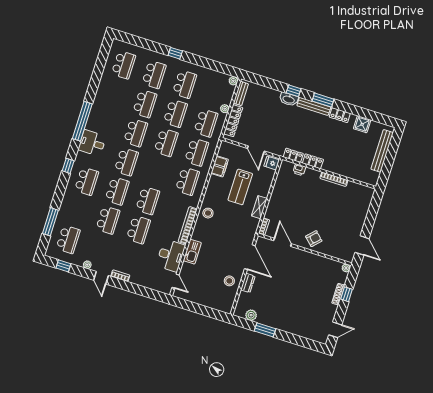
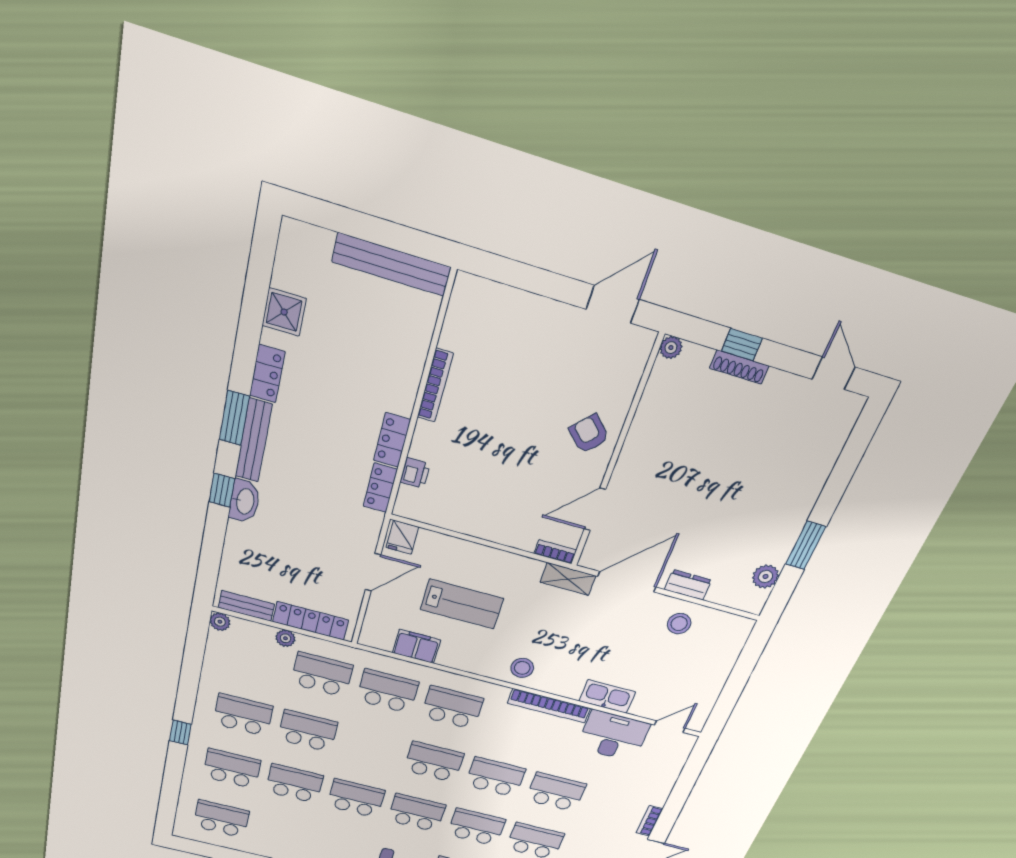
school desk: (166, 142) -> (434, 762), moved
bench: (382, 151) -> (392, 265), moved
shelving: (259, 207) -> (568, 579), moved

